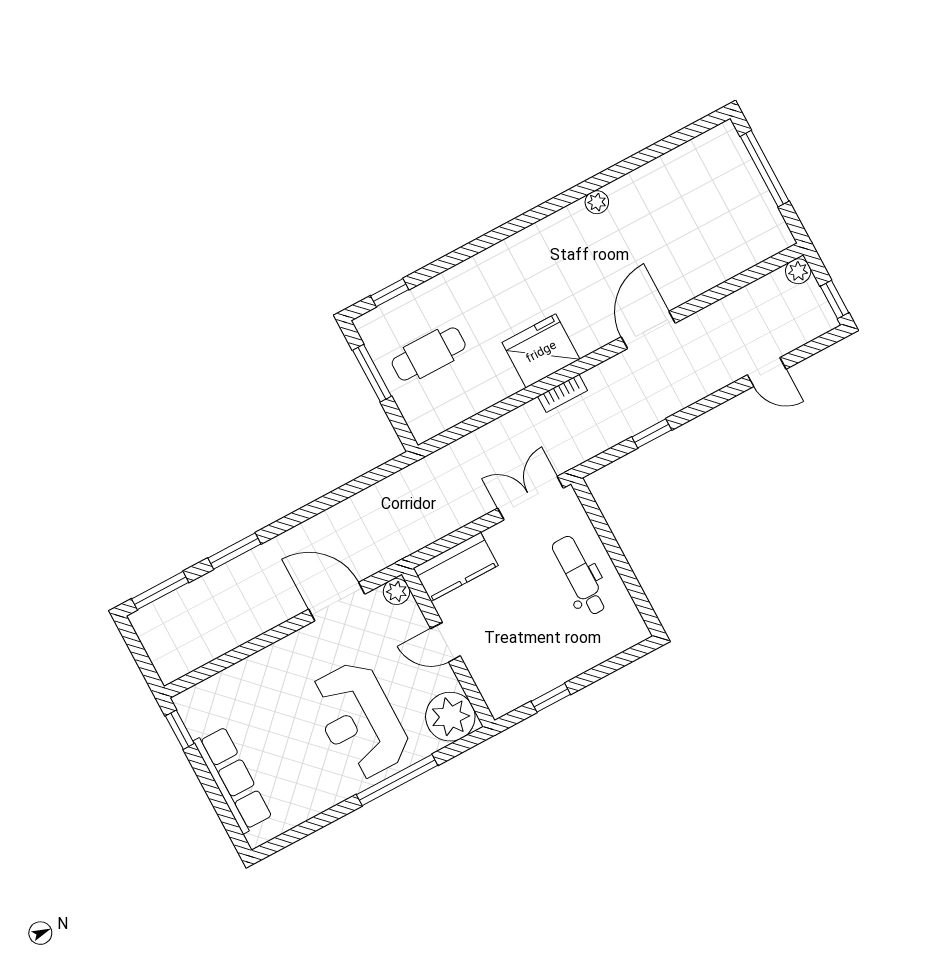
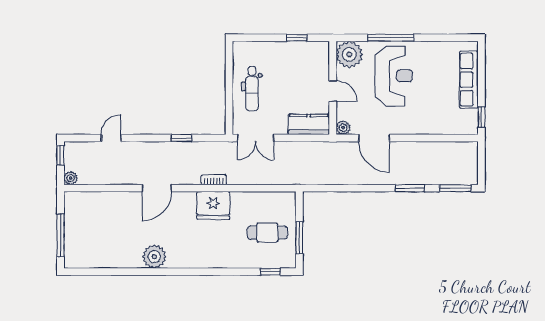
plant: (597, 202) -> (154, 257), width x1.88, depth x1.88
door: (767, 372) -> (111, 138), hinge flipped

